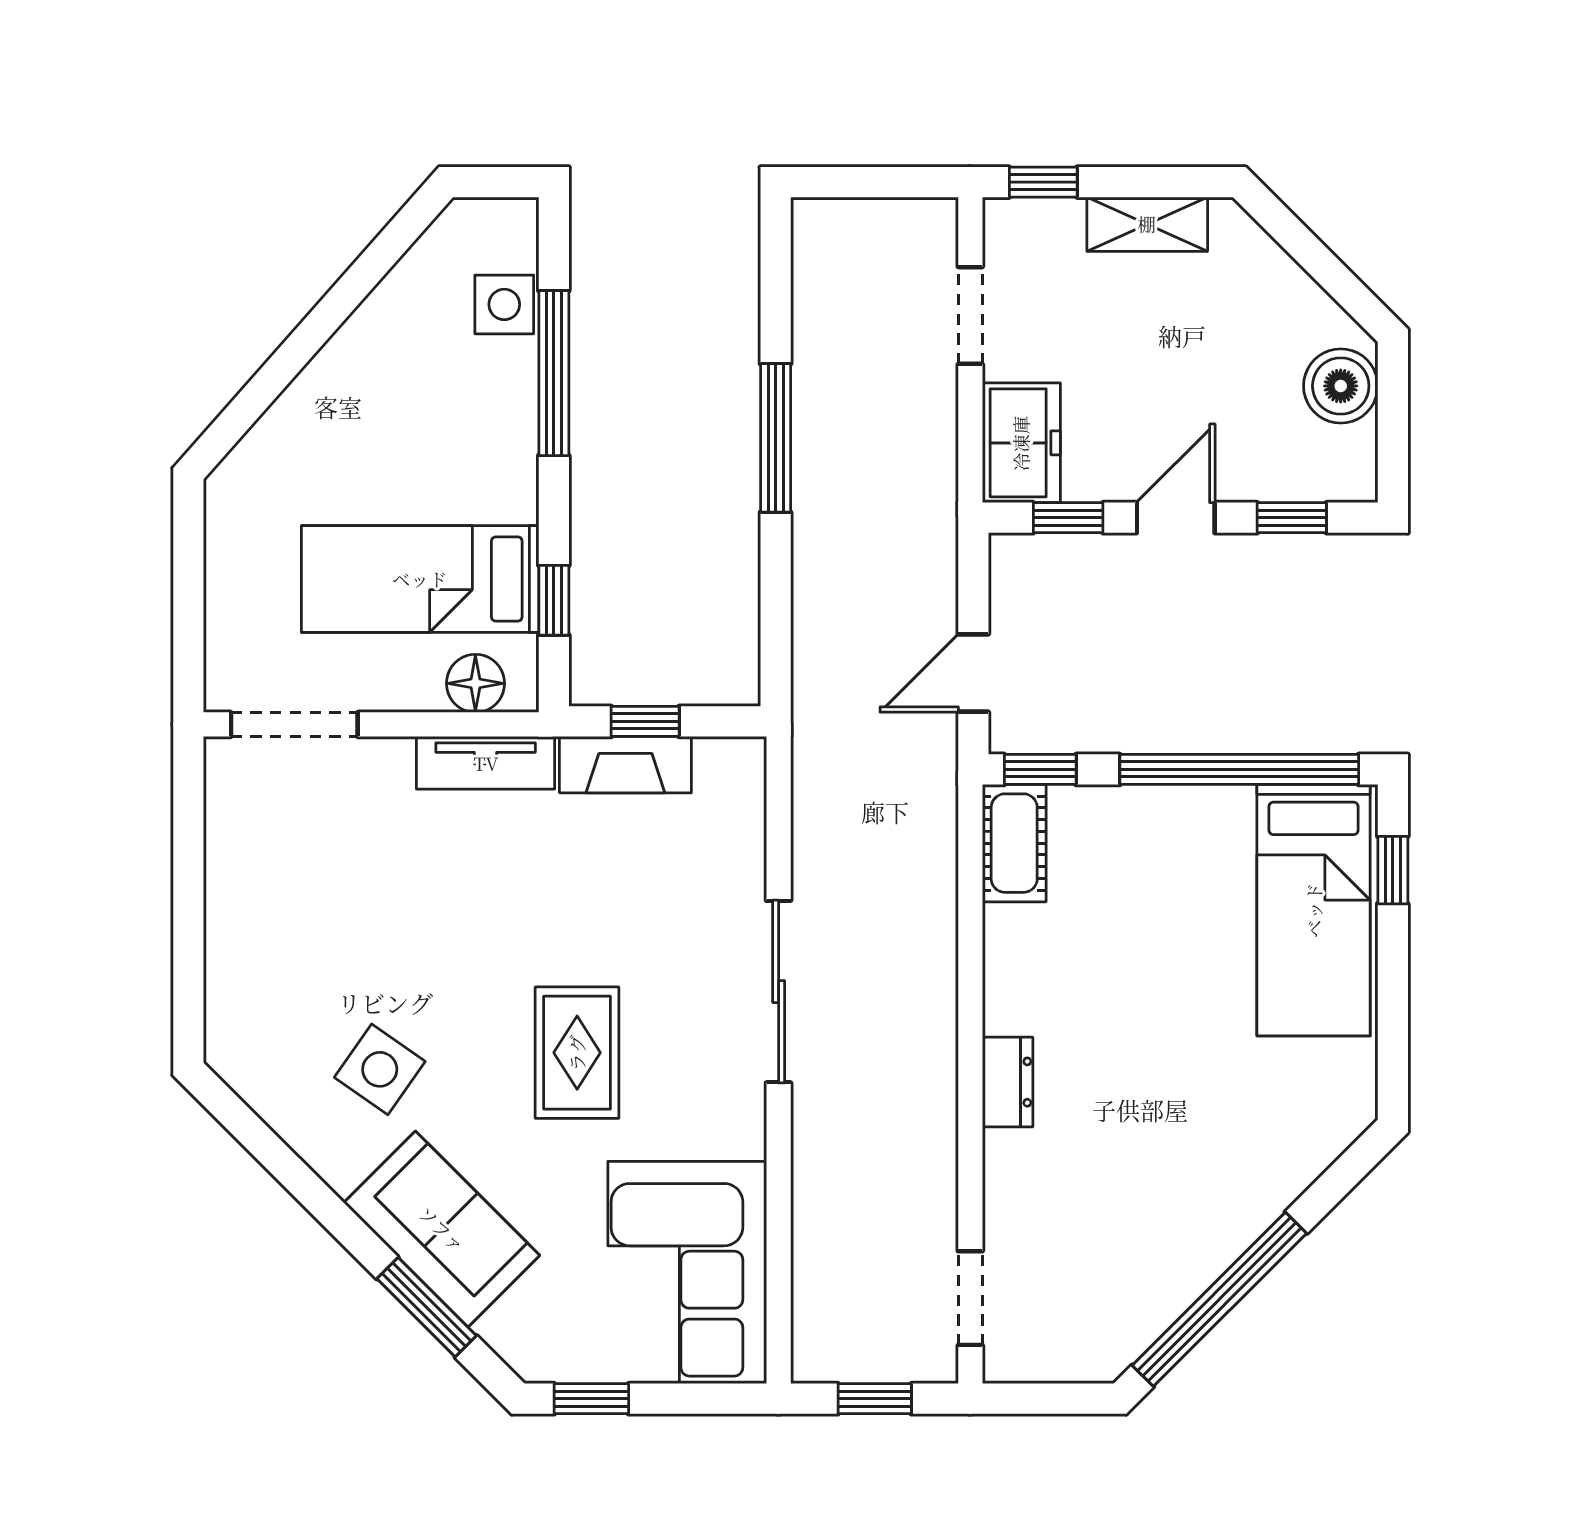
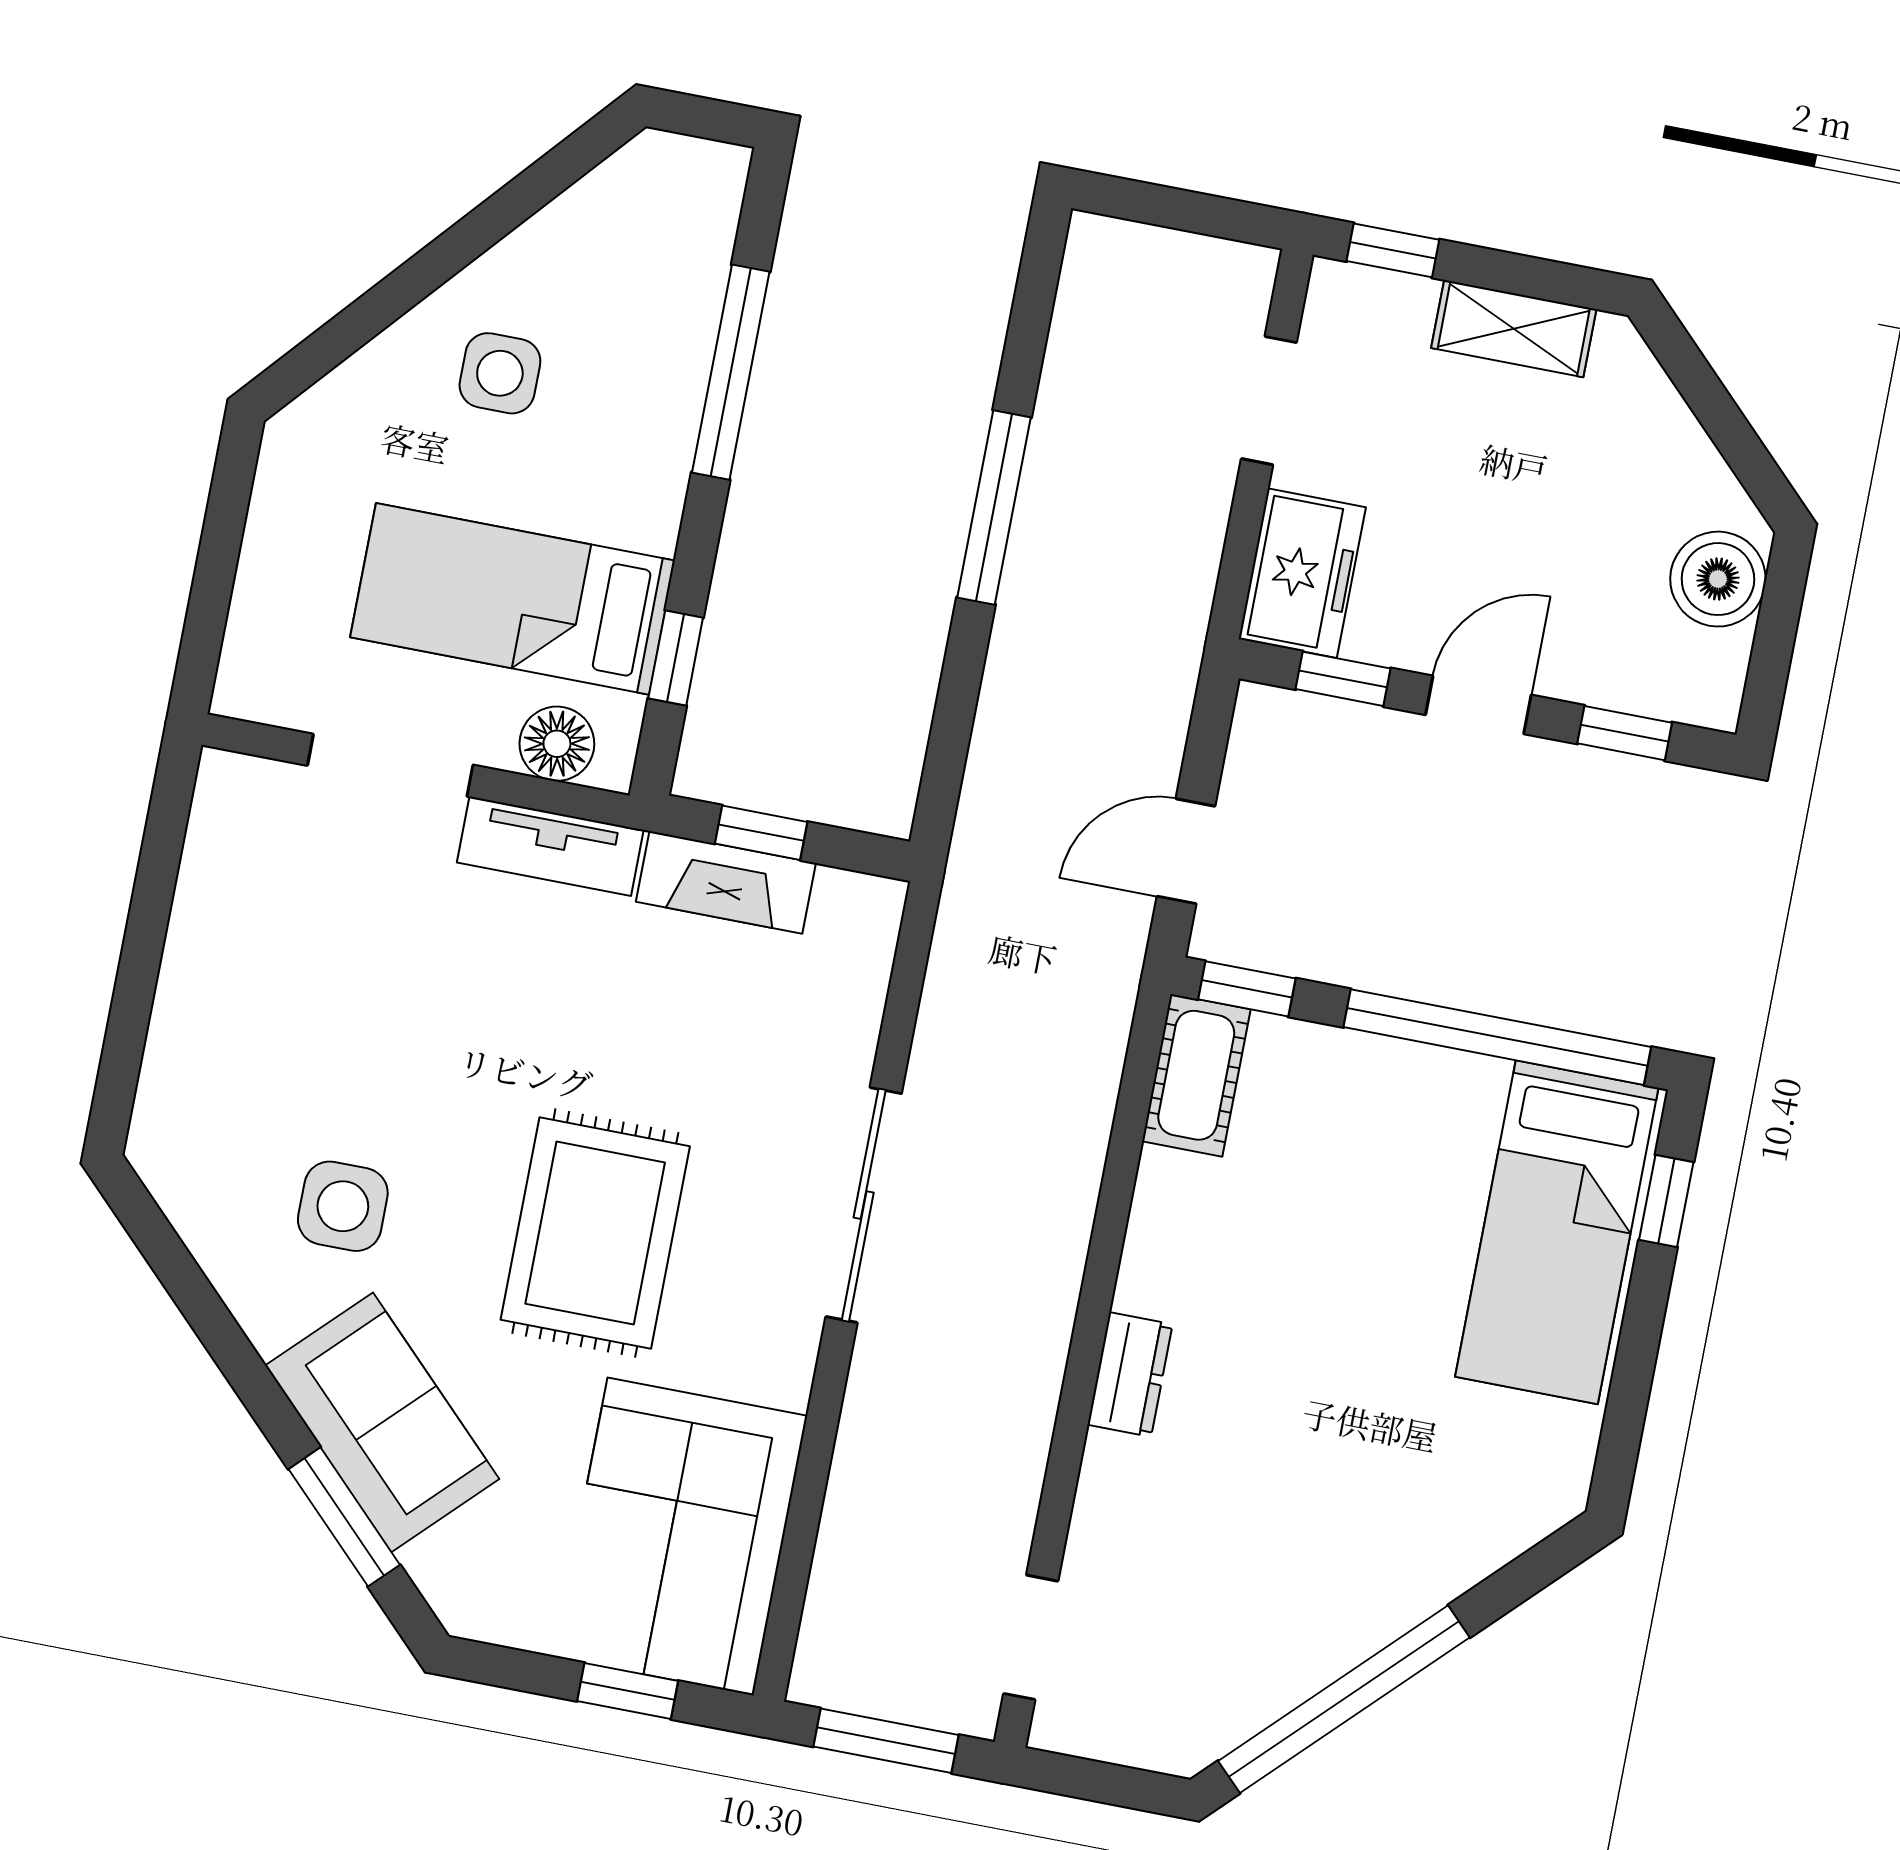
side table: (504, 304) -> (500, 373), moved
doorway: (294, 724) -> (390, 765), moved
rug: (577, 1053) -> (595, 1233), width x1.36, depth x1.43
side table: (380, 1069) -> (343, 1206), turned -35
window: (591, 1399) -> (628, 1691), moved
window: (875, 1399) -> (886, 1741), width x1.50

